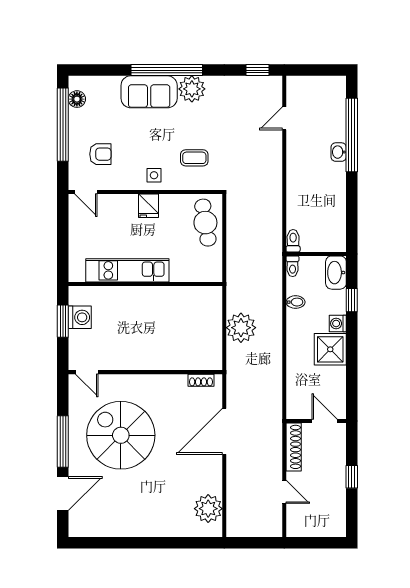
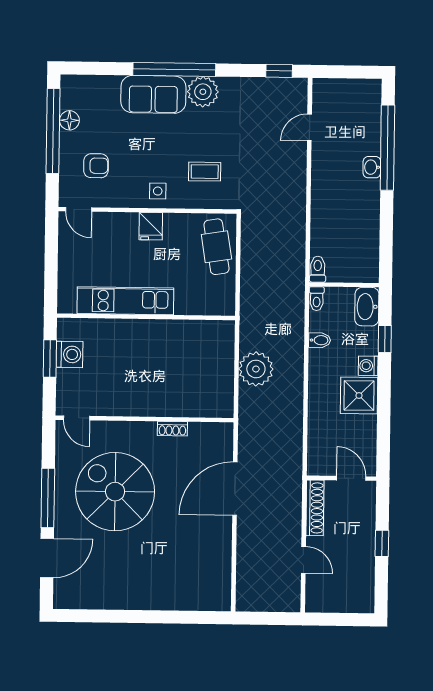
floor lamp: (77, 99) -> (69, 120), moved
shoe rack: (201, 380) -> (172, 429), moved
plant: (208, 509) -> (215, 578), removed

